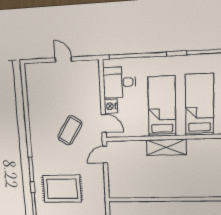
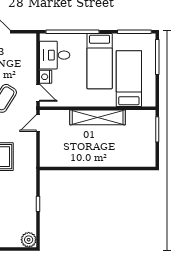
bed: (162, 107) -> (100, 61), moved, turned 180
shelving: (166, 147) -> (98, 117), width x1.47

